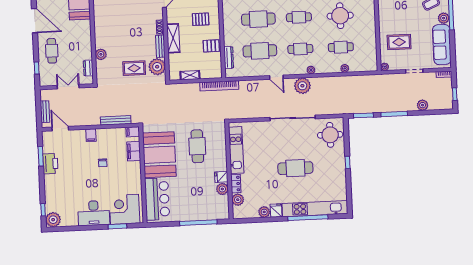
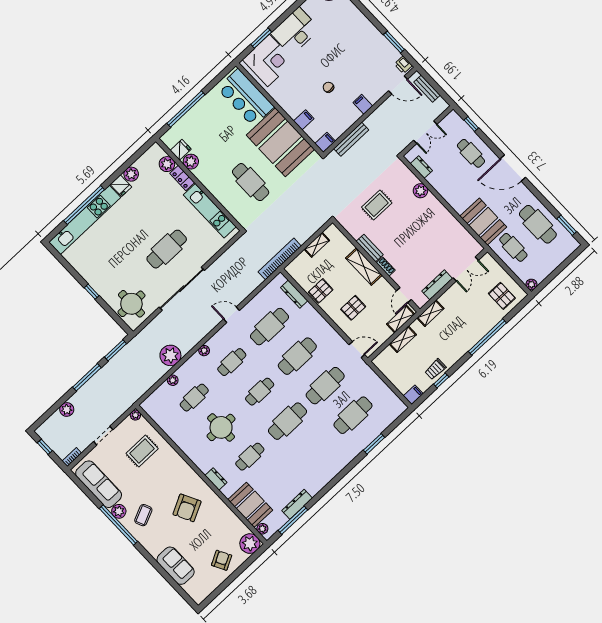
plant: (157, 67) -> (356, 226), removed
plant: (302, 86) -> (170, 355), moved
filing cabinet: (134, 151) -> (304, 120), width x0.50
printer: (50, 164) -> (403, 65), moved, width x0.53, depth x0.68
cafe table: (295, 168) -> (167, 249), moved
fridge: (221, 177) -> (181, 150), moved

